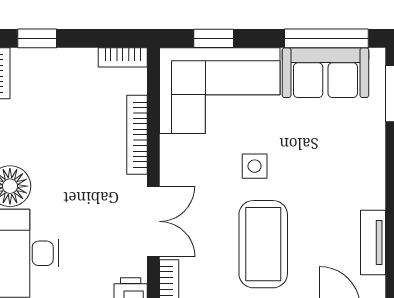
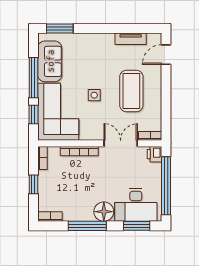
window: (37, 38) -> (33, 184), moved
window: (326, 38) -> (33, 78), moved
coffee table: (263, 244) -> (131, 91), turned 90

